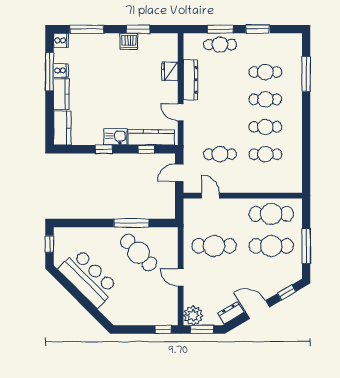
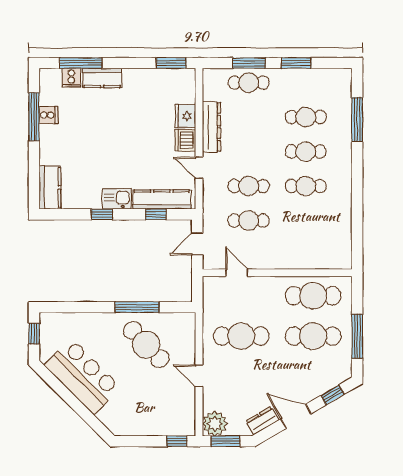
window: (138, 29) -> (171, 63), moved
cooker: (61, 40) -> (71, 78), moved, turned 90
dishwasher: (129, 41) -> (185, 140), moved, turned 90
kitchen counter: (61, 94) -> (102, 78), moved, turned 90
cafe table: (265, 154) -> (249, 186), moved

